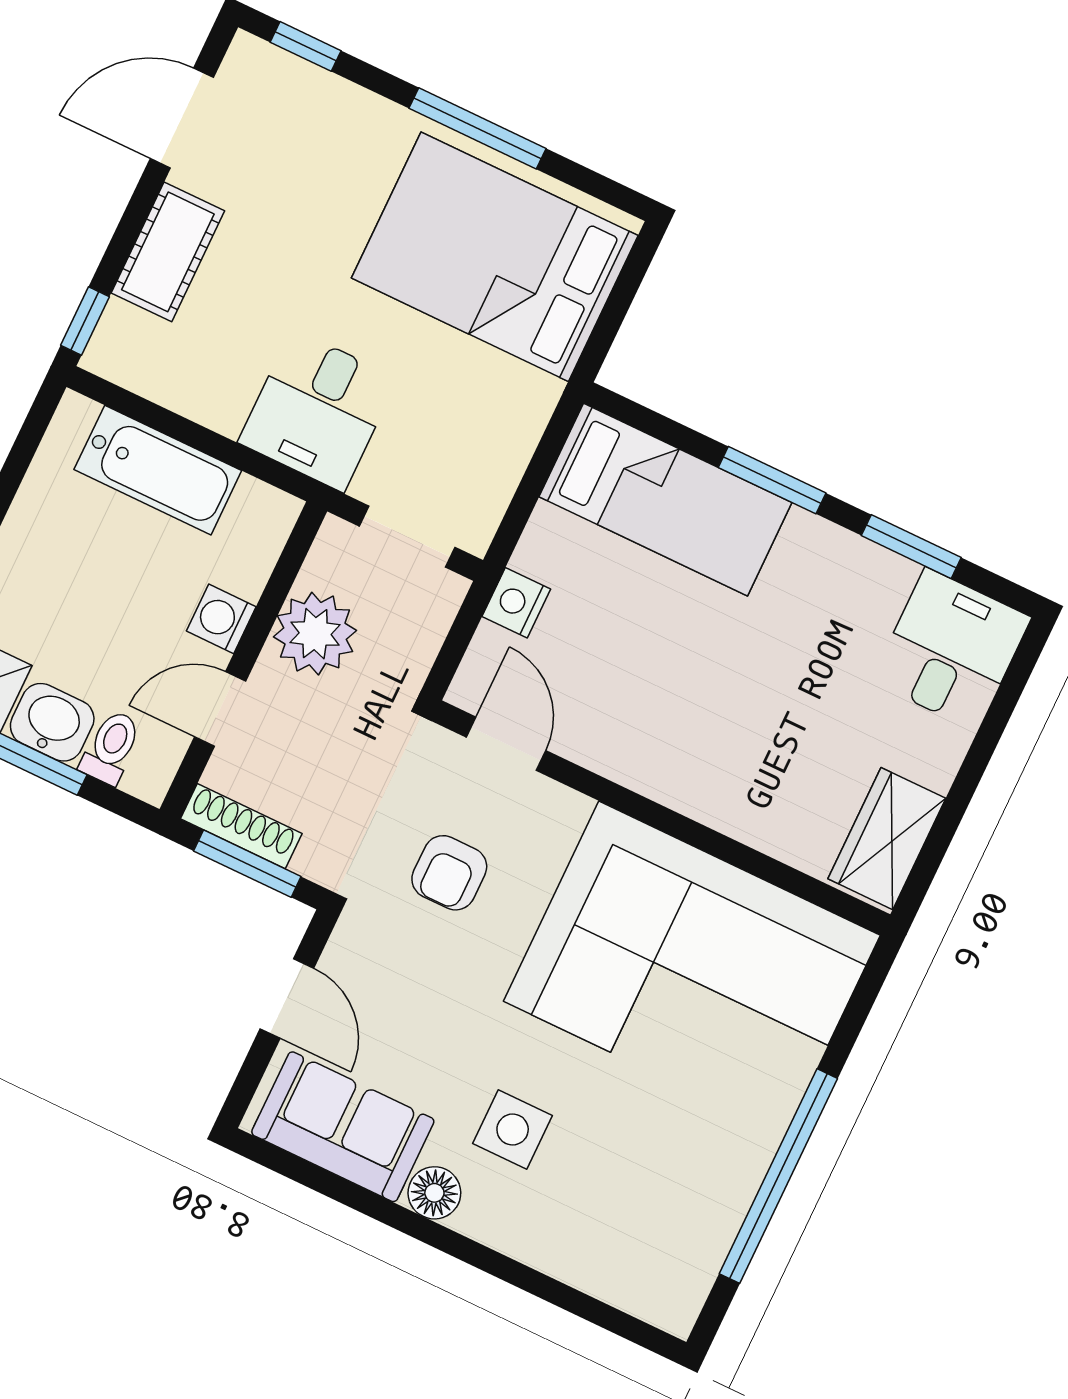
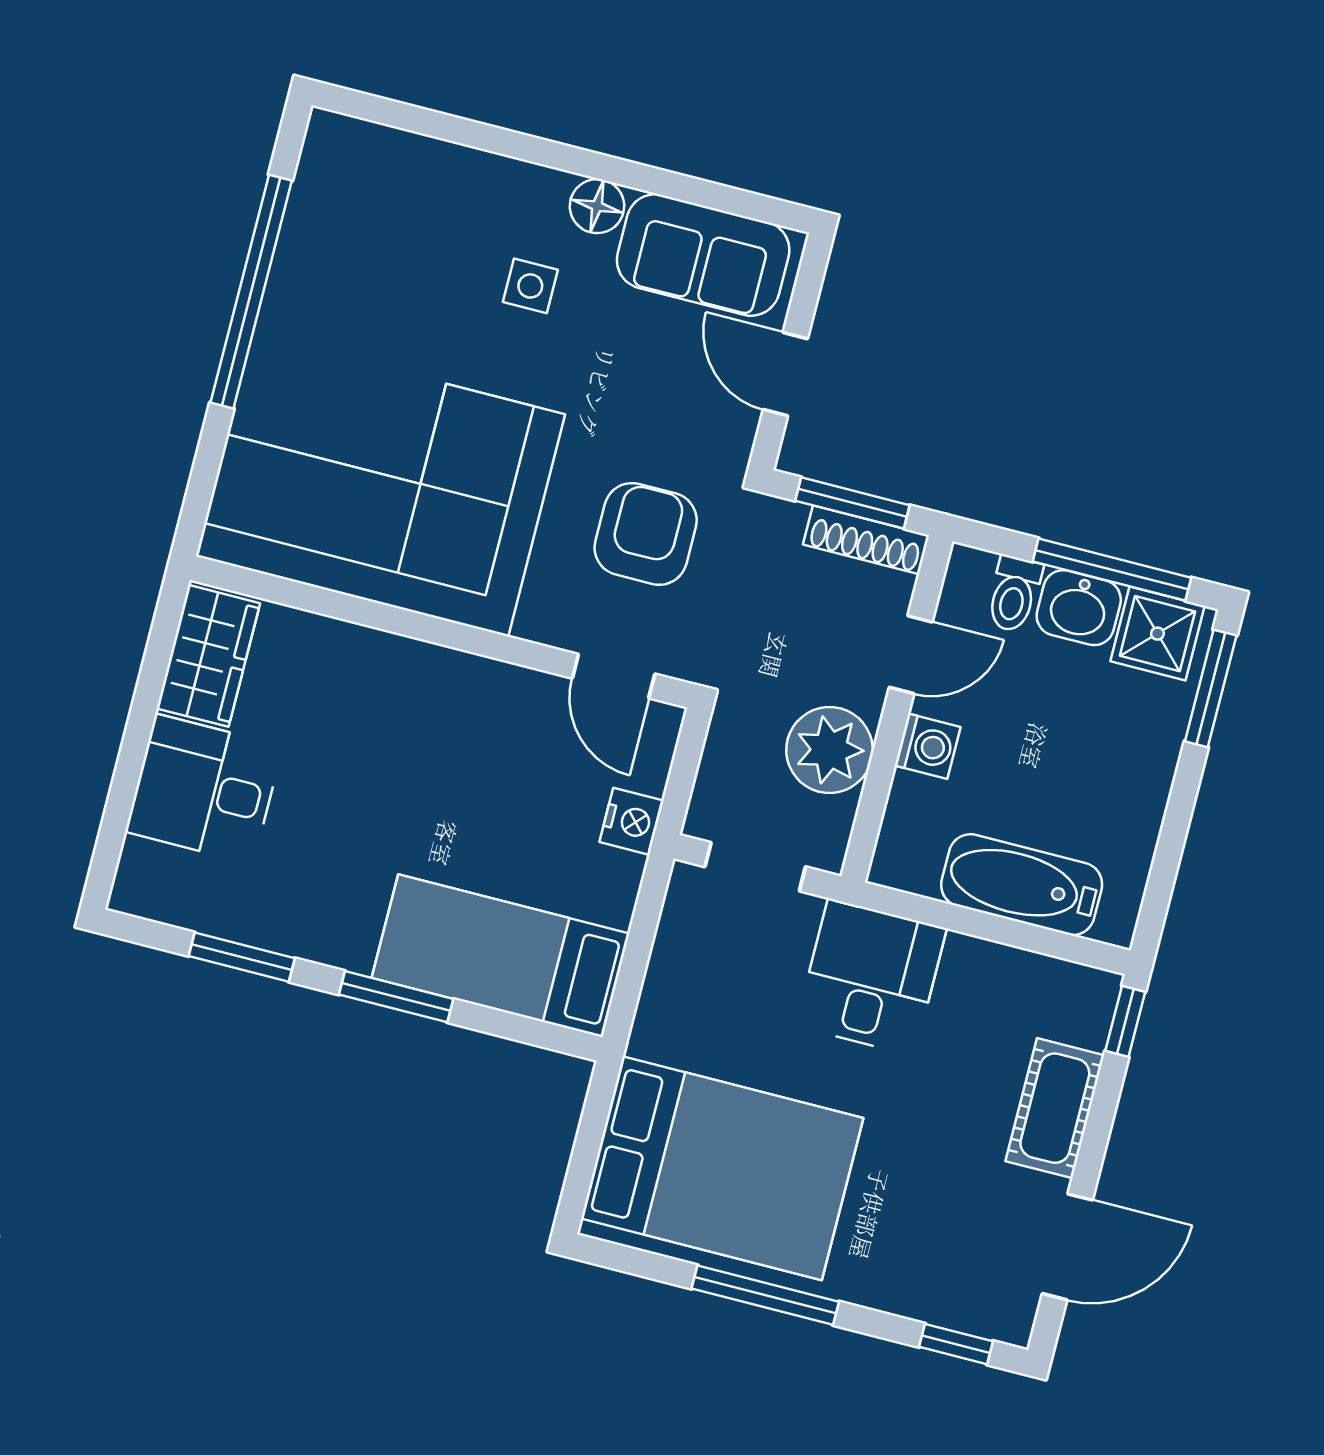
desk: (951, 649) -> (204, 789), moved, turned 90
armchair: (449, 873) -> (646, 534), width x1.38, depth x1.38
side table: (513, 1130) -> (530, 286), width x0.73, depth x0.73

